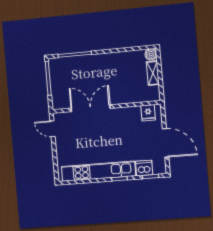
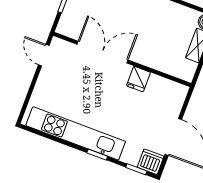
fridge: (148, 113) -> (138, 79), moved
dishwasher: (144, 168) -> (151, 162), moved

